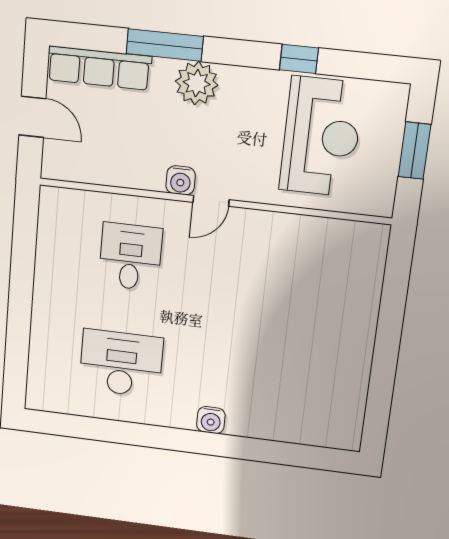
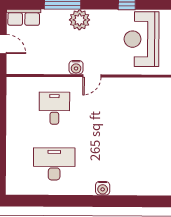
row of seats: (99, 68) -> (24, 17), width x0.68
reception desk: (321, 137) -> (142, 39), turned 180

